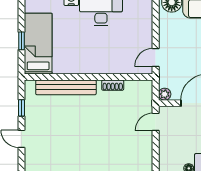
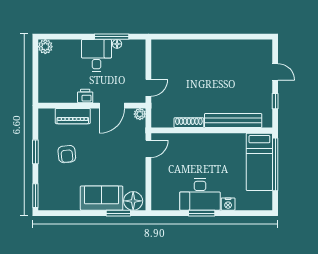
window: (21, 41) -> (275, 164), width x3.17
shoe rack: (113, 85) -> (189, 123), width x1.43

